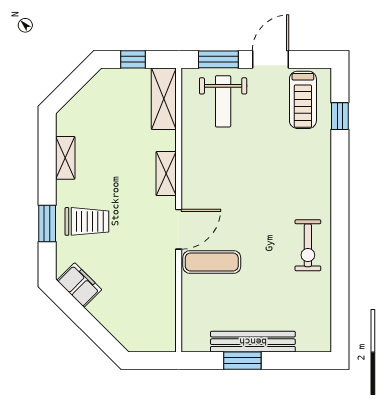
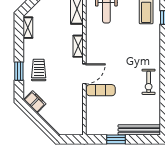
shelving: (65, 158) -> (28, 28), moved
trolley: (87, 221) -> (39, 70), turned -90
bench: (253, 342) -> (139, 130), moved

